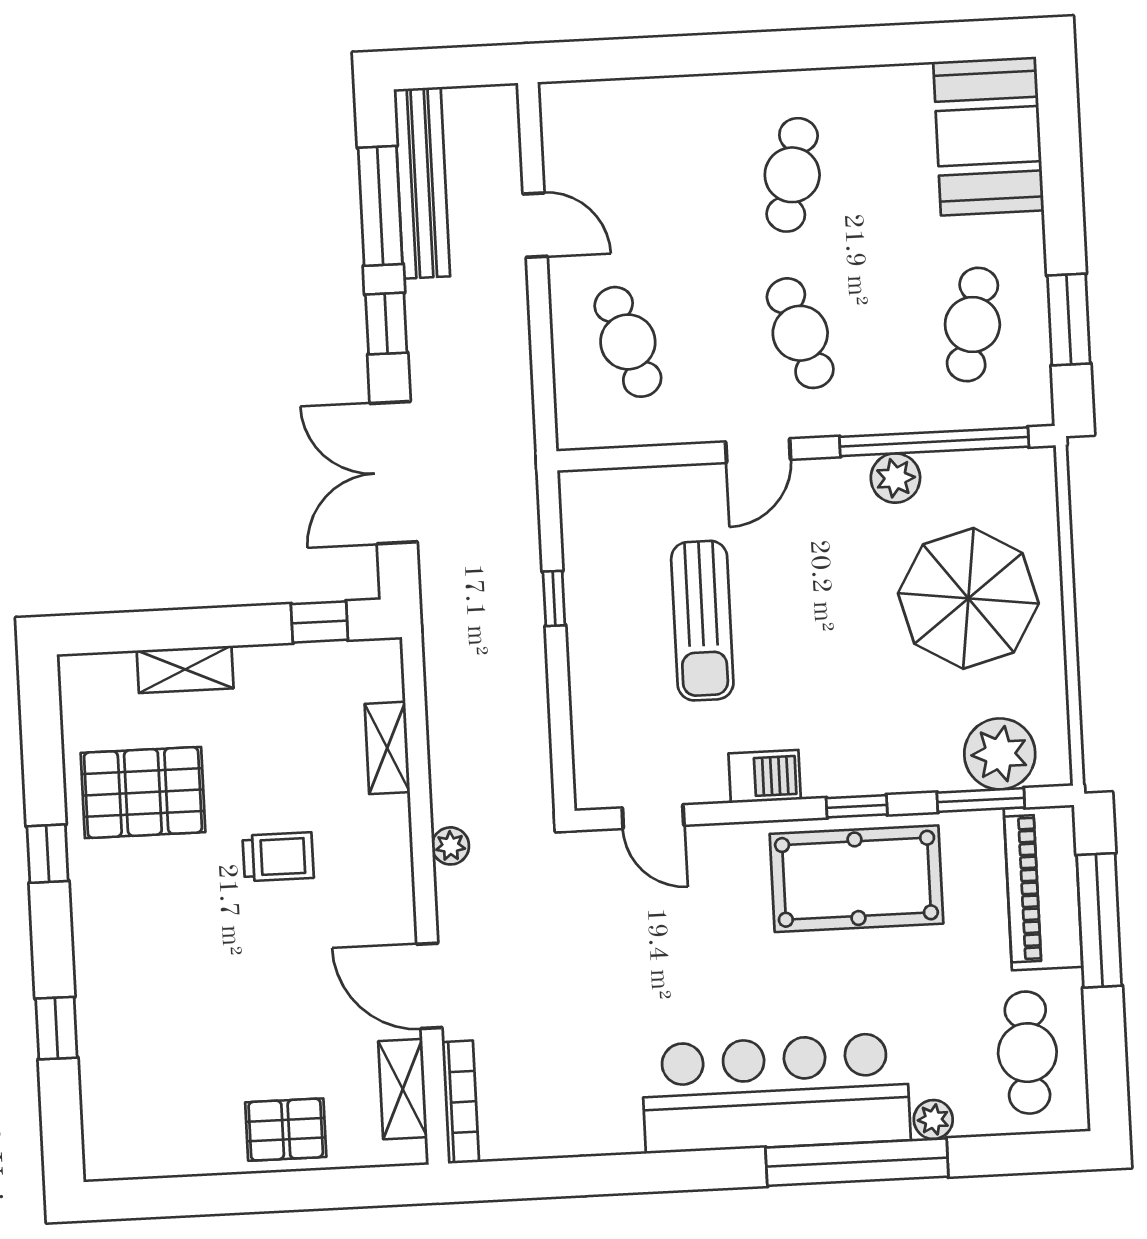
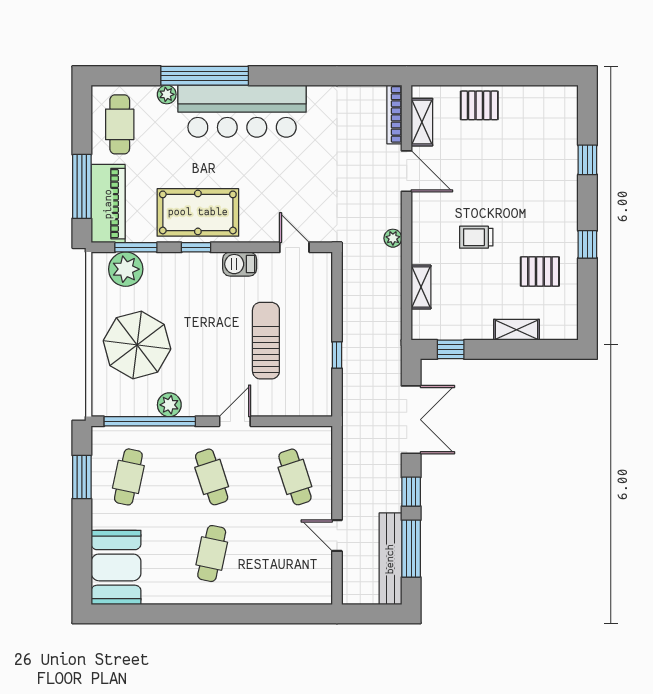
pallet: (143, 793) -> (540, 271), width x0.67, depth x0.71

